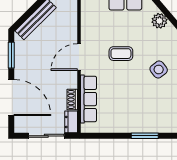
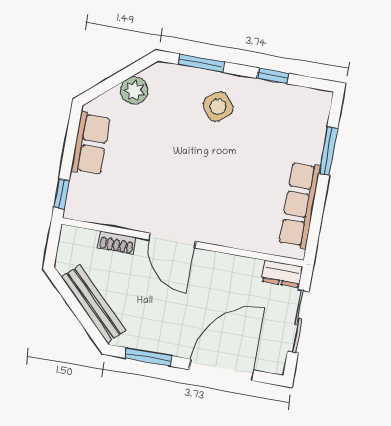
coffee table: (121, 54) -> (179, 167), removed
shoe rack: (72, 99) -> (117, 243), moved
row of seats: (89, 99) -> (300, 205), moved, turned -90

